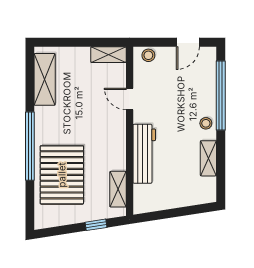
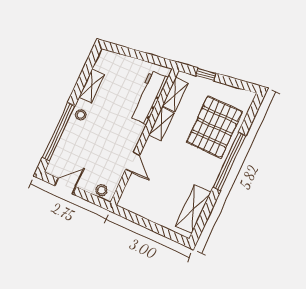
shelving: (108, 55) -> (161, 124), moved, turned 90
workbench: (144, 154) -> (149, 97), moved

